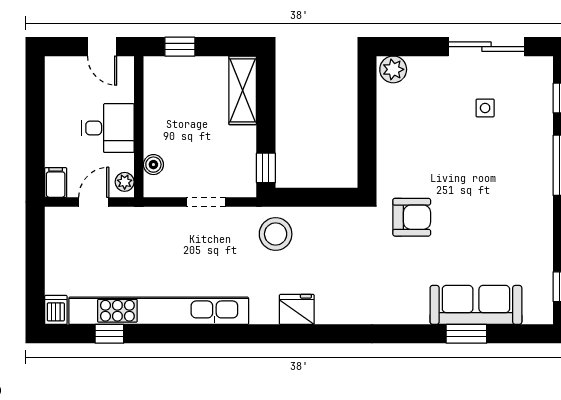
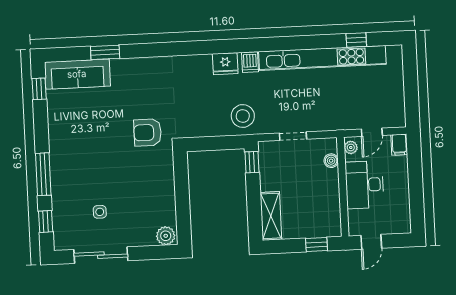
door: (102, 47) -> (371, 242), swing flipped
desk: (108, 128) -> (364, 185), width x1.37
sofa: (476, 305) -> (77, 74), moved
dishwasher: (56, 310) -> (250, 62), moved

